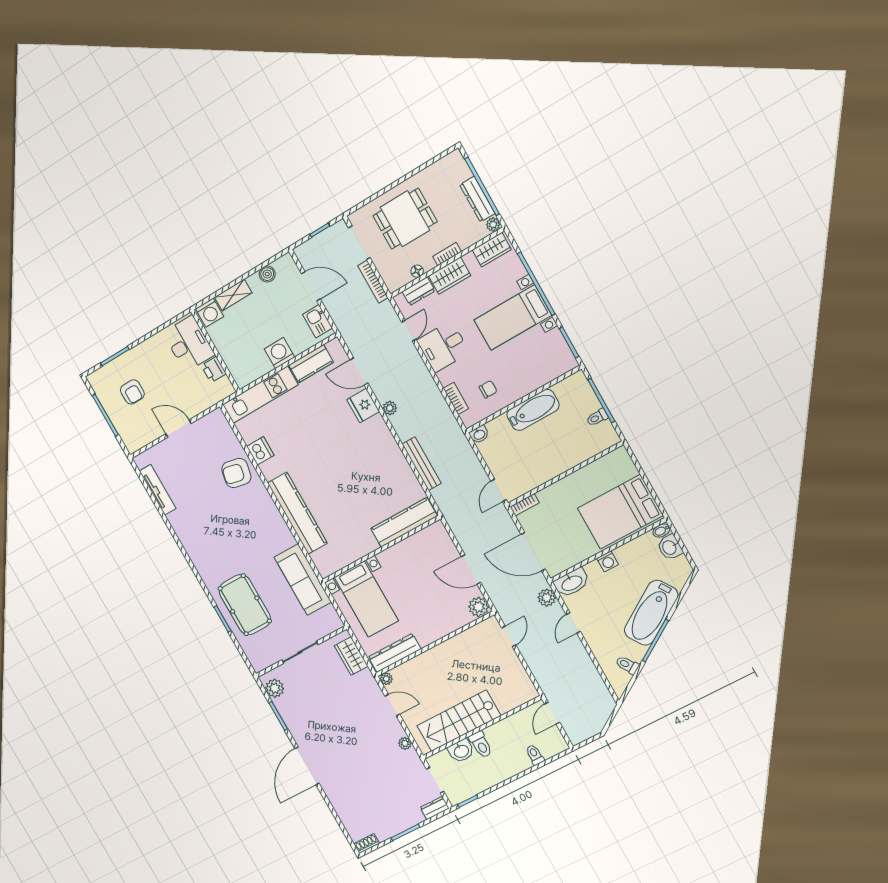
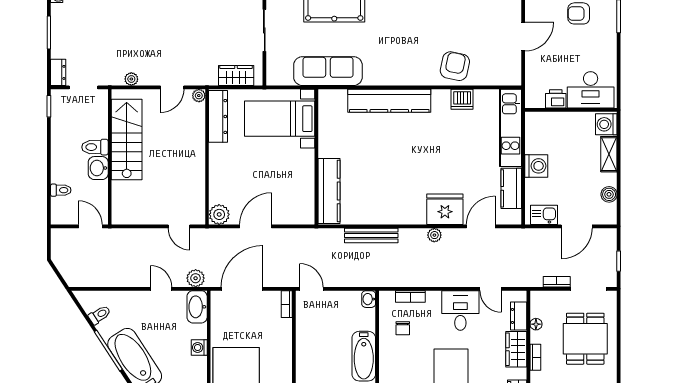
bookcase: (373, 282) -> (557, 282), width x0.64
fridge: (363, 406) -> (445, 209), width x1.36, depth x1.34
washbasin: (461, 751) -> (98, 168), moved

